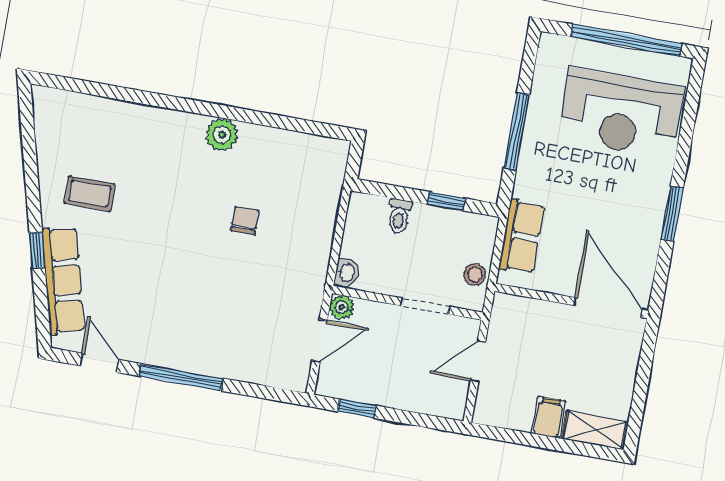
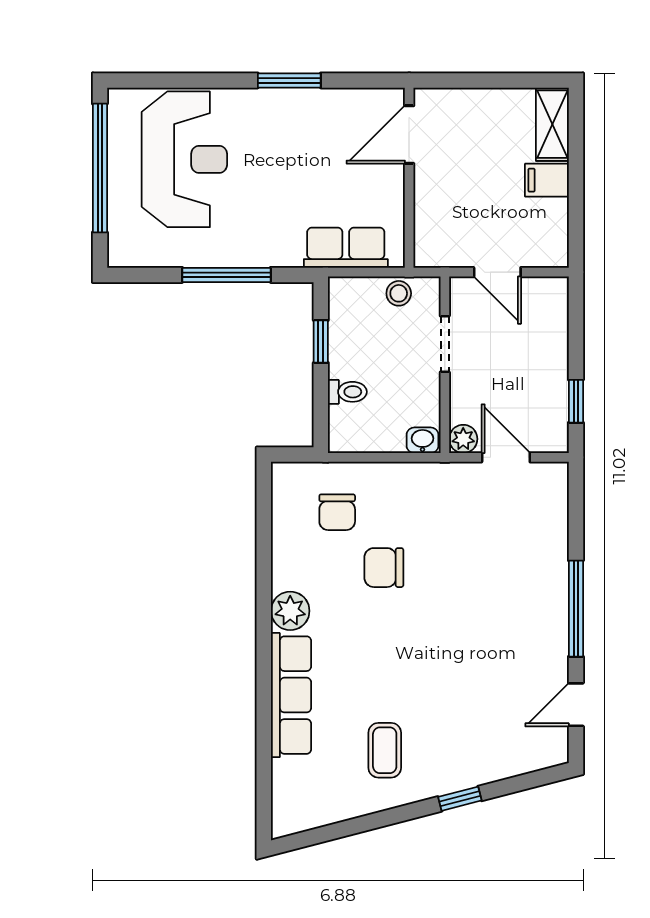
chair: (299, 189) -> (337, 512), added
chair: (245, 221) -> (384, 568), width x1.37, depth x1.37
row of seats: (63, 281) -> (291, 695), moved, turned 105
door: (608, 307) -> (409, 135), width x0.73

